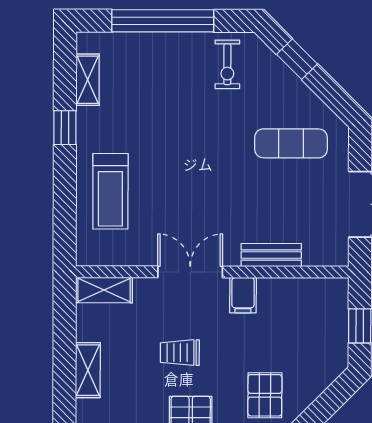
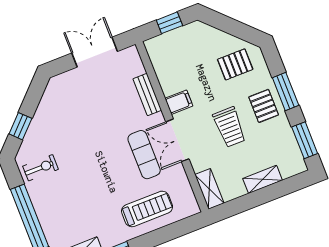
exercise mat: (291, 143) -> (144, 155), moved
trolley: (180, 353) -> (229, 127), width x1.36, depth x1.39

